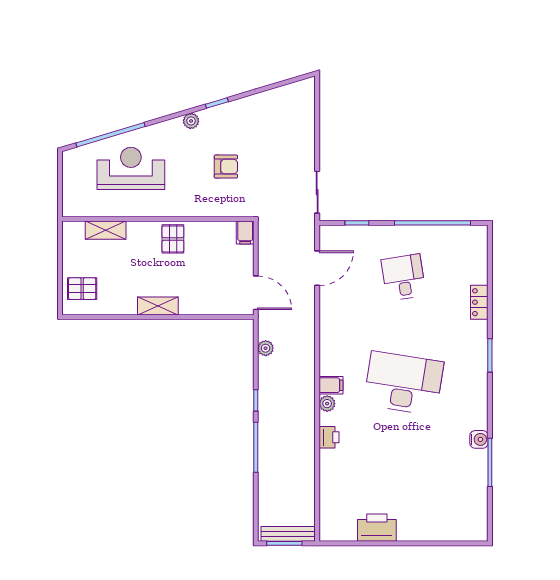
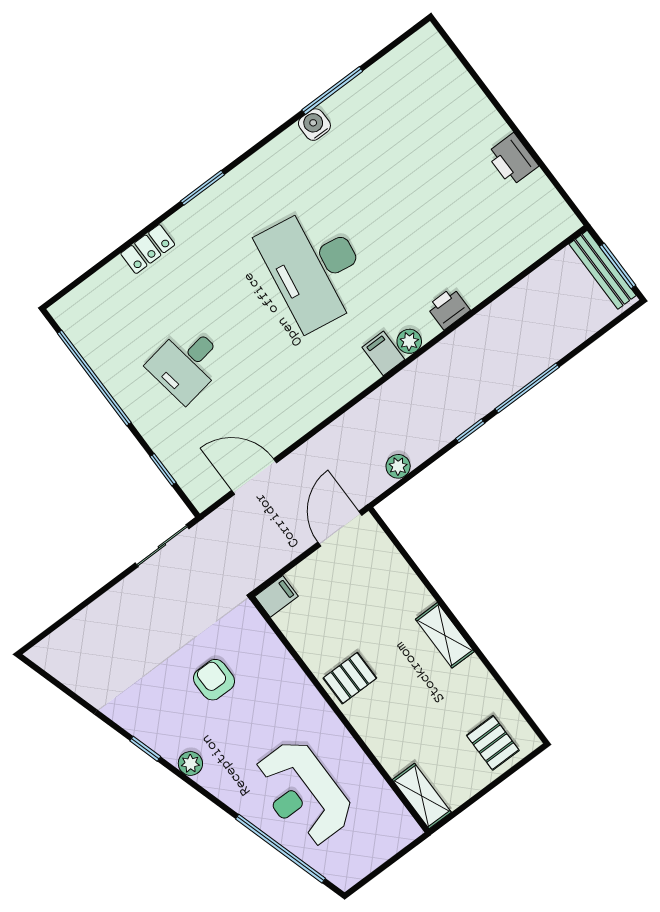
shelving: (106, 230) -> (422, 796), moved
printer: (377, 528) -> (512, 160), width x0.73, depth x0.84

